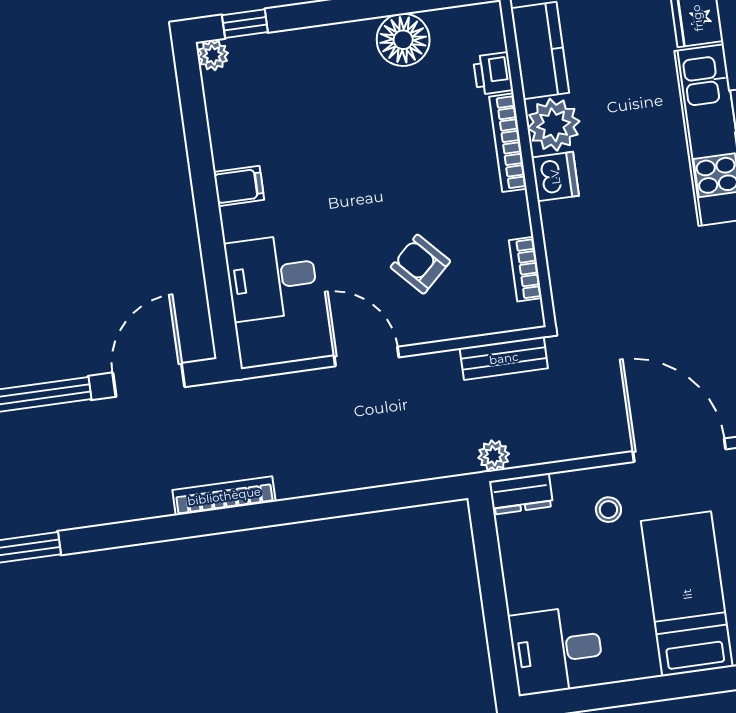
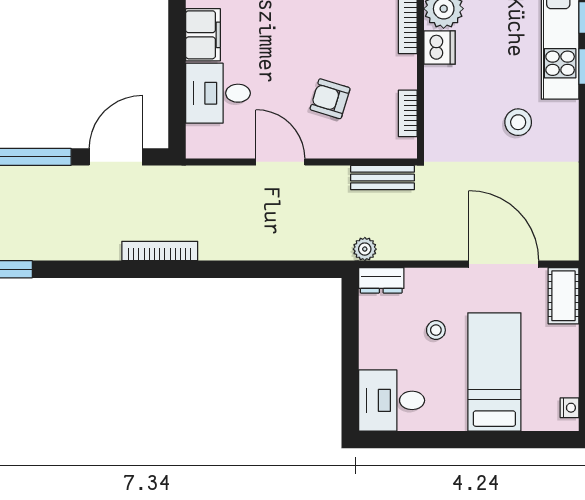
filing cabinet: (239, 186) -> (203, 35), width x2.00
stool: (672, 261) -> (518, 122), added
armchair: (420, 264) -> (330, 99), turned -30
stool: (608, 510) -> (436, 330), moved

